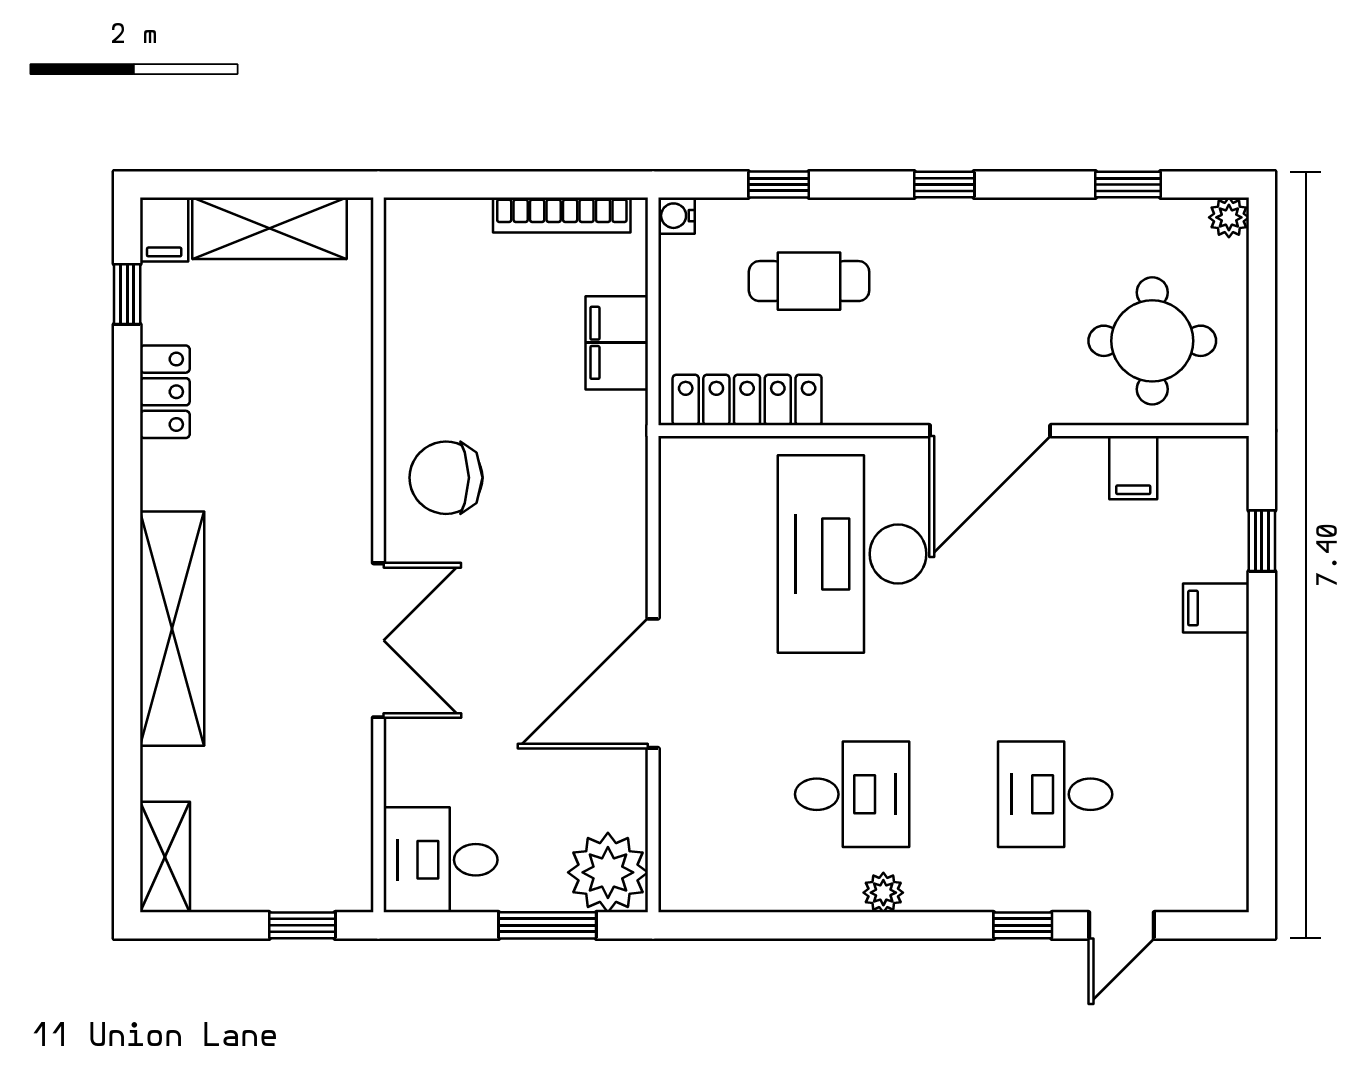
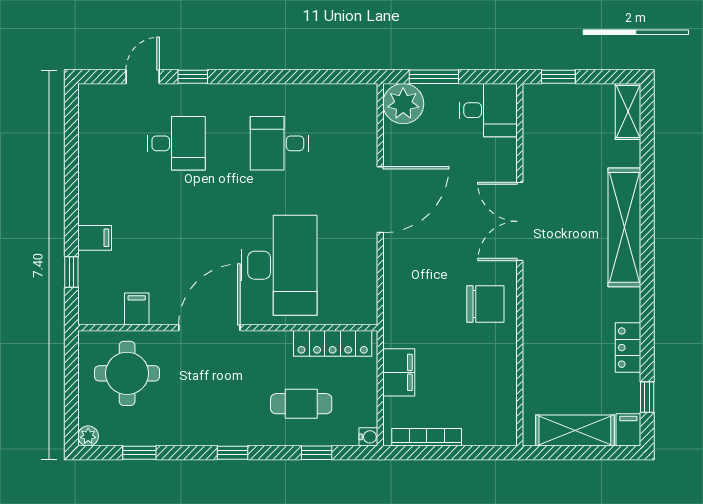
plant: (883, 893) -> (264, 93), removed

